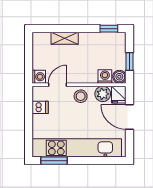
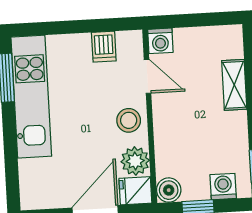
washing machine: (105, 76) -> (223, 187), moved, turned -90
kitchen unit: (77, 148) -> (31, 97), width x0.73

